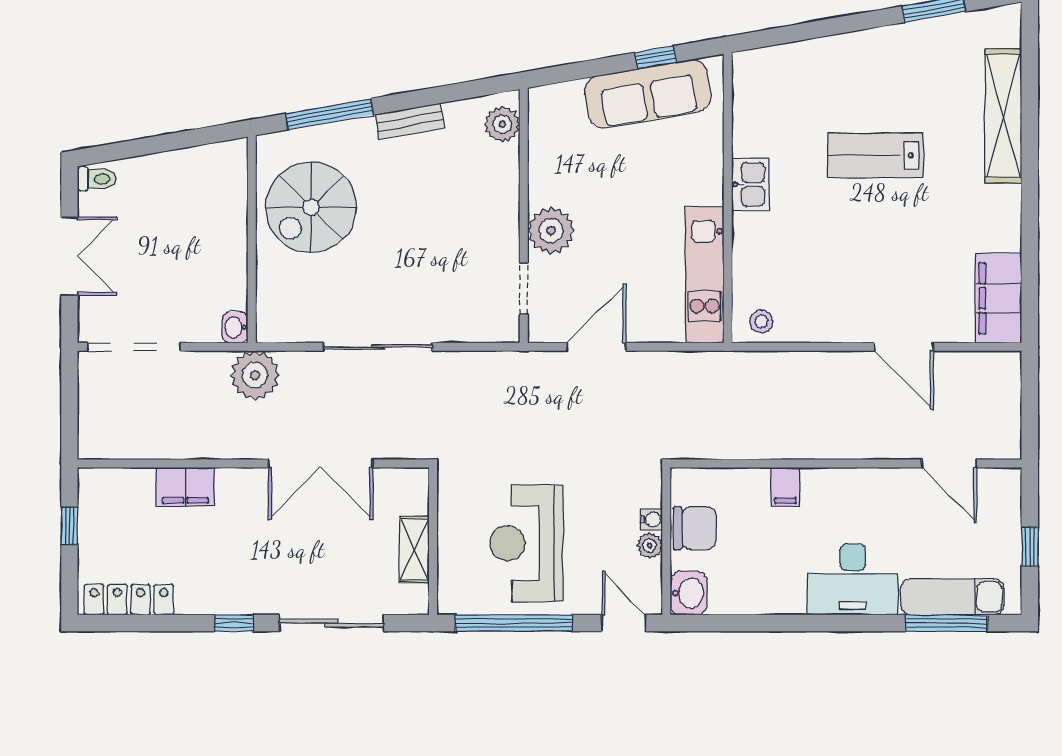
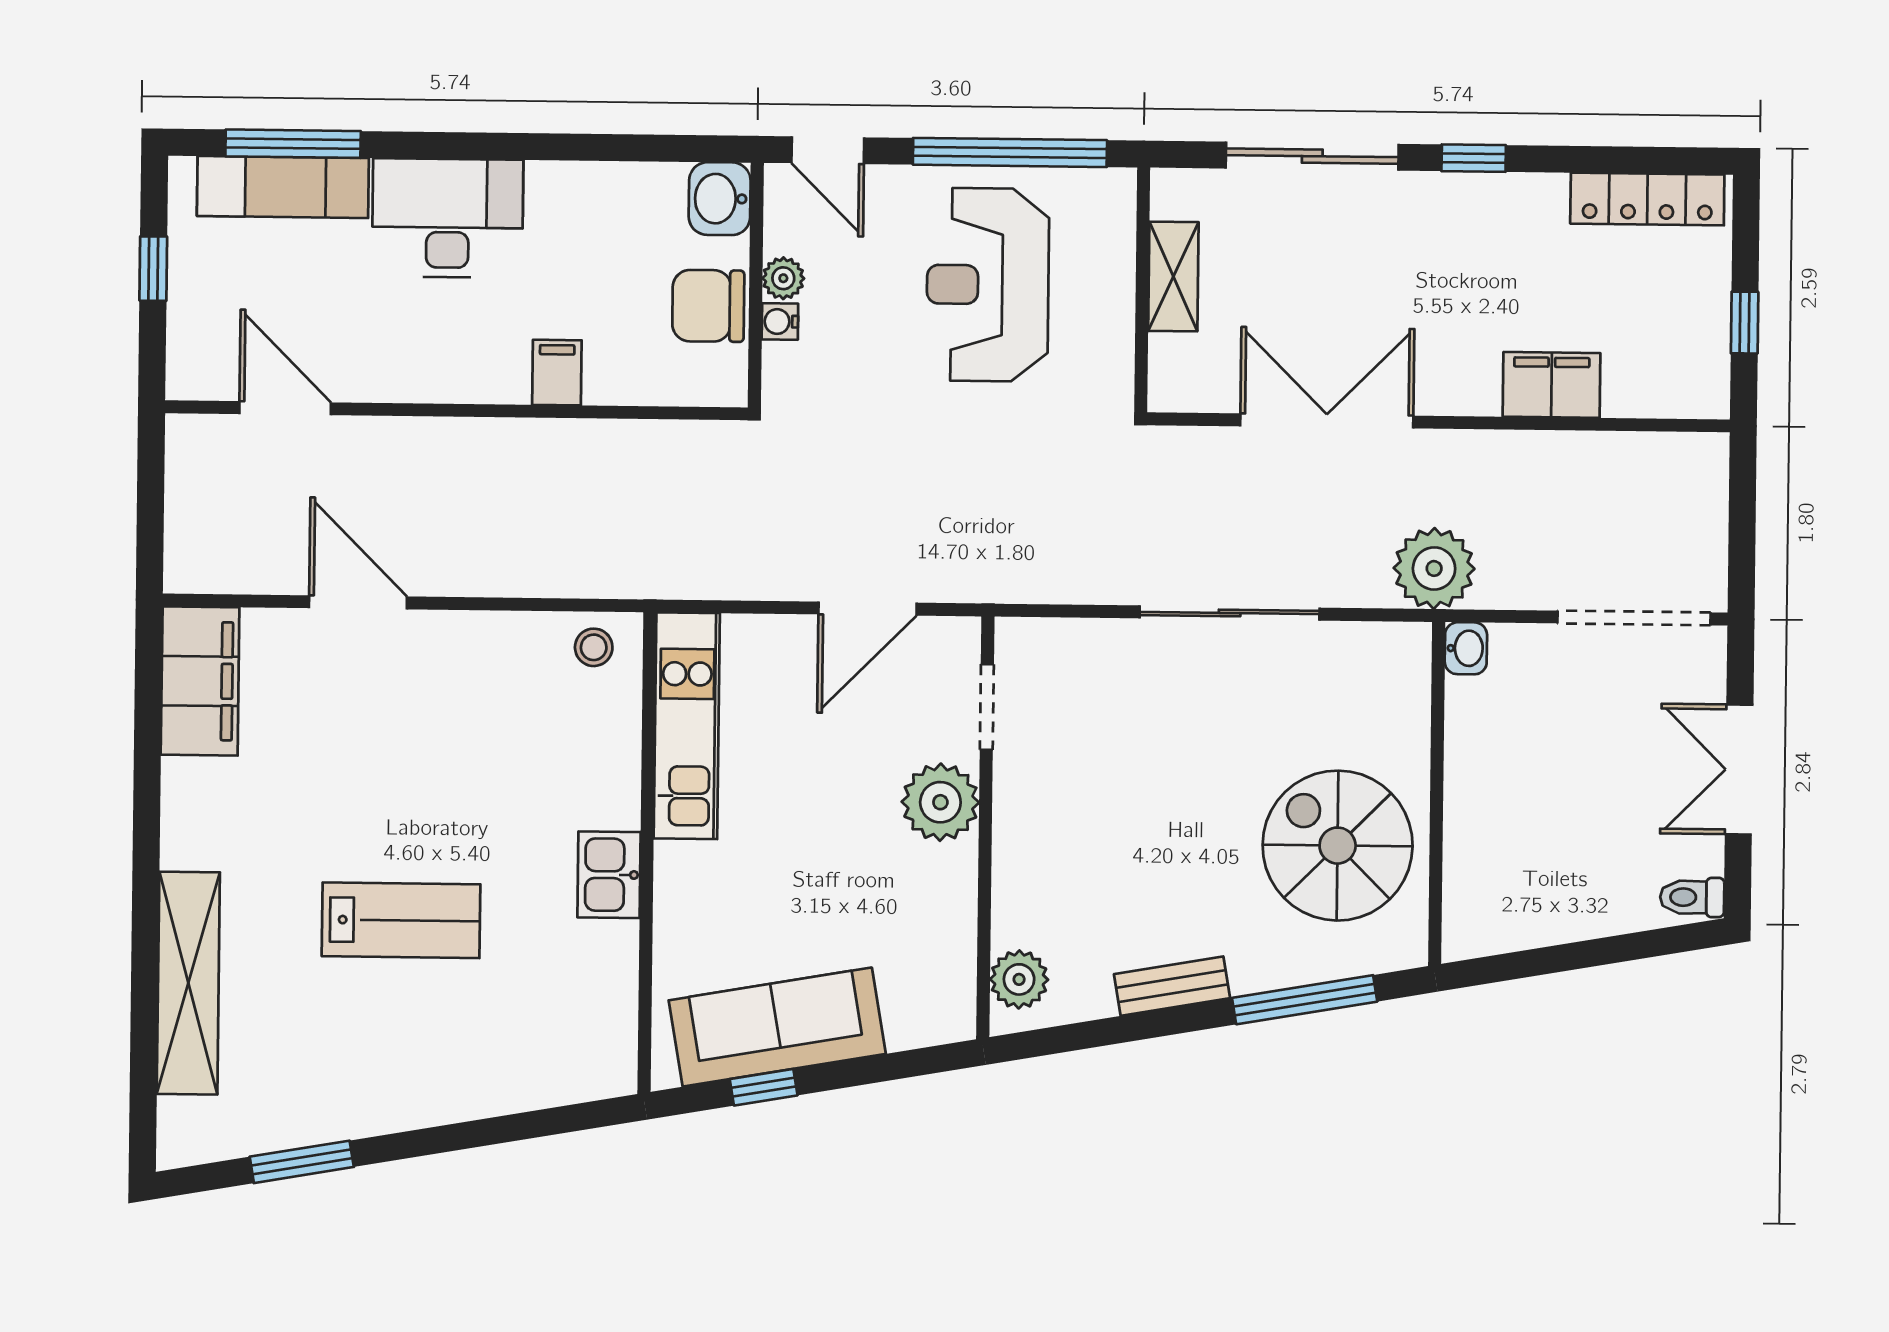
spiral stairs: (311, 207) -> (1338, 846), turned -90
reception desk: (526, 543) -> (988, 285), turned 180

